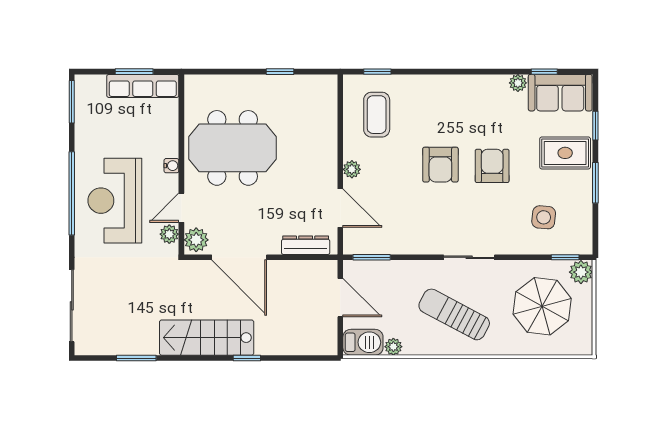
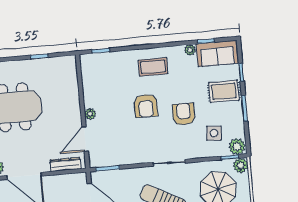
coffee table: (377, 115) -> (153, 67), moved, turned 90
armchair: (492, 166) -> (184, 114), moved
door: (340, 208) -> (85, 139), swing flipped
plant: (578, 242) -> (237, 147), added

